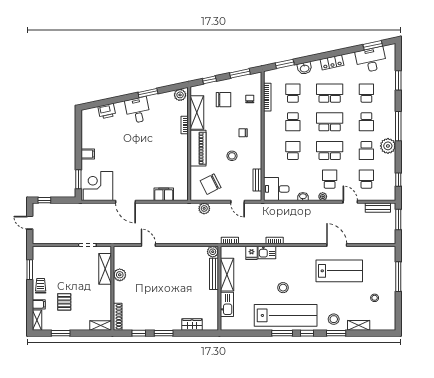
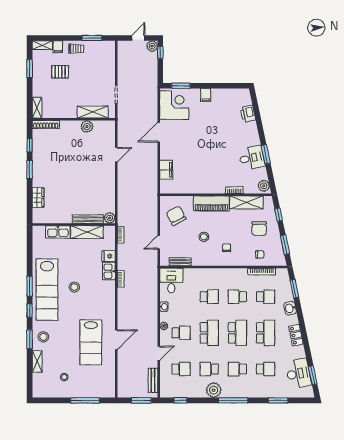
desk: (138, 110) -> (252, 158), moved
plant: (204, 208) -> (152, 46), moved

